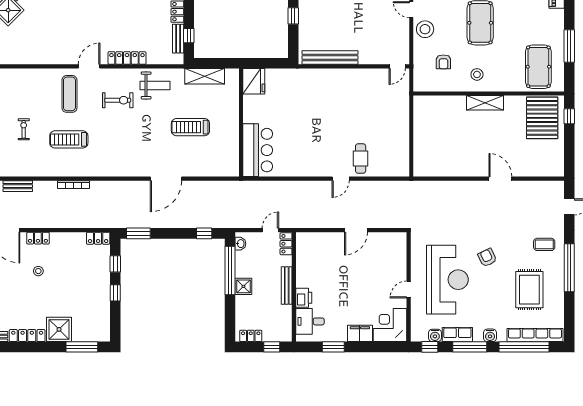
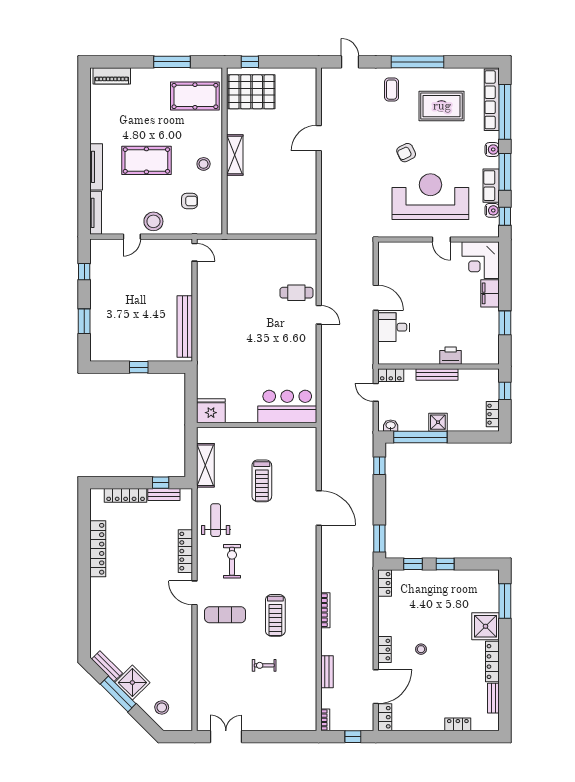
desk: (310, 321) -> (393, 327), moved, turned 90

